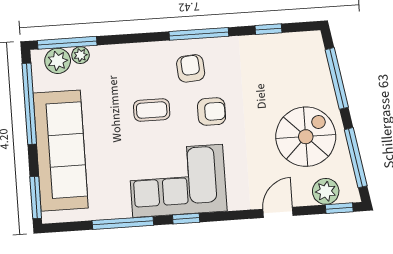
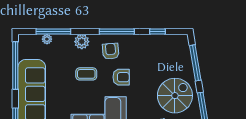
window: (67, 43) -> (53, 31), moved
plant: (58, 61) -> (82, 42), moved

